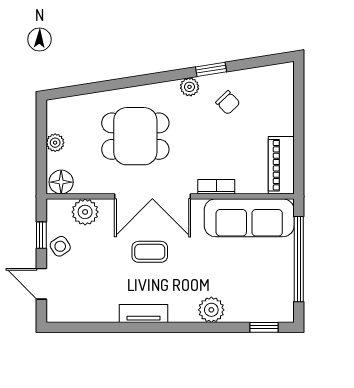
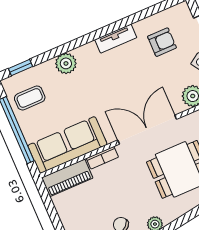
piano: (281, 165) -> (67, 178), moved, turned 90
coffee table: (150, 252) -> (30, 98), moved
armchair: (93, 287) -> (162, 42), added

